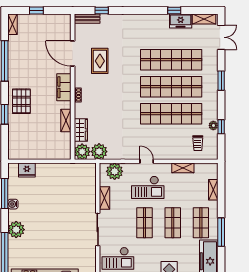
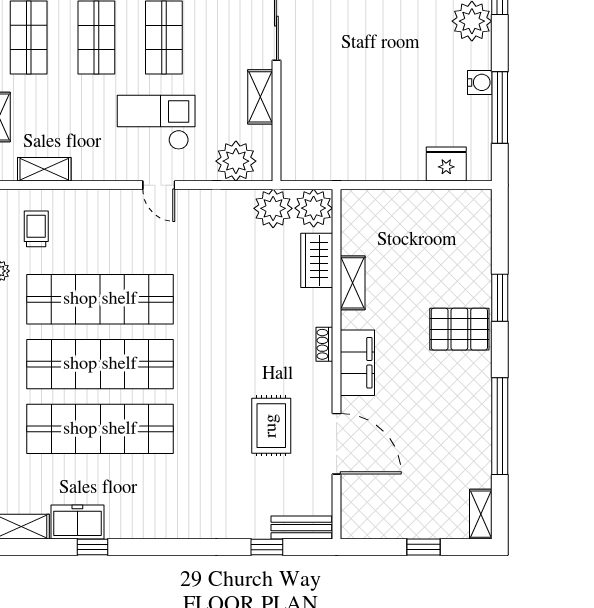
pallet: (21, 101) -> (459, 329), turned 90
shelving: (183, 168) -> (44, 169), moved

